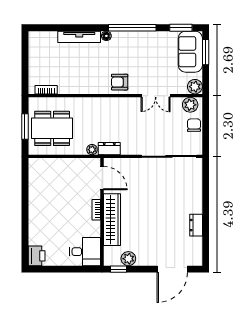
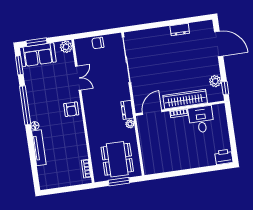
plant: (190, 105) -> (82, 49), removed
desk: (85, 252) -> (201, 119), moved

